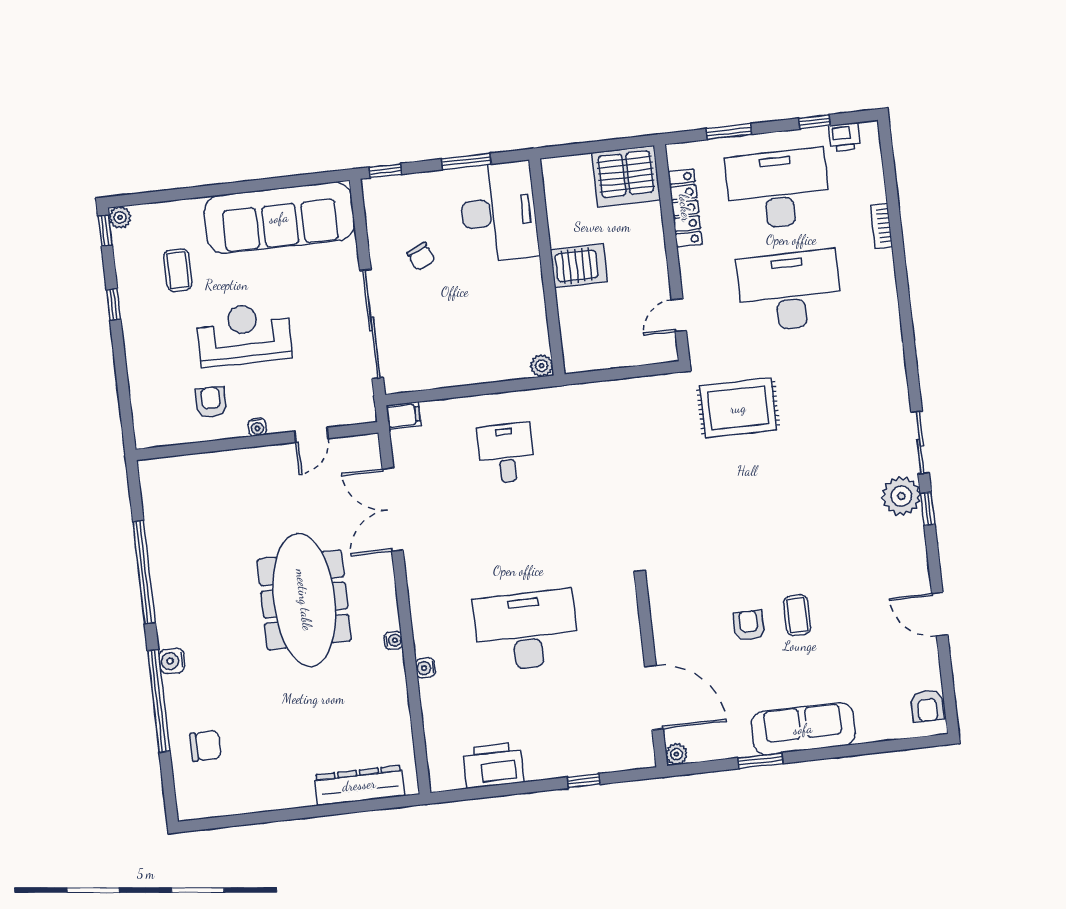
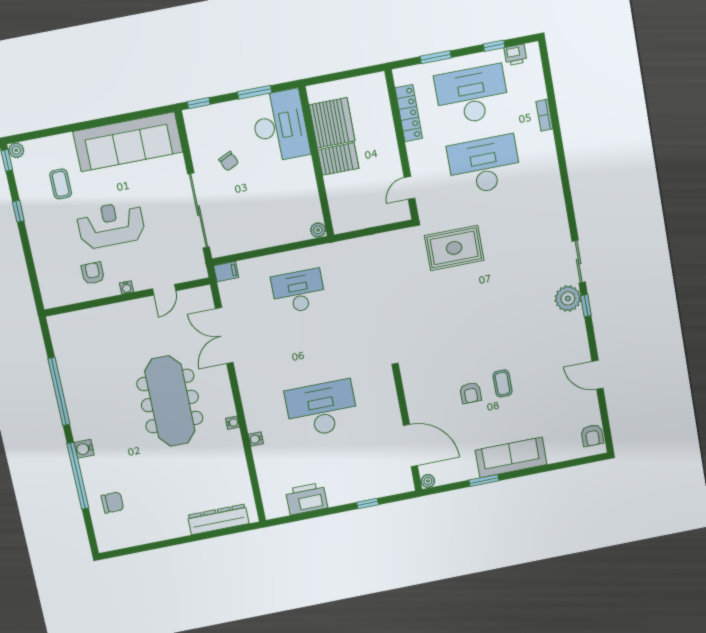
server rack: (626, 176) -> (332, 123), moved, turned -90
desk: (506, 453) -> (298, 291), width x1.37
armchair: (749, 626) -> (471, 393), turned 180

